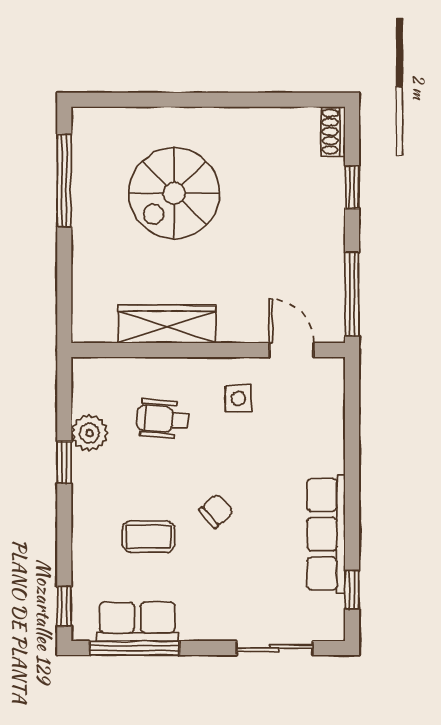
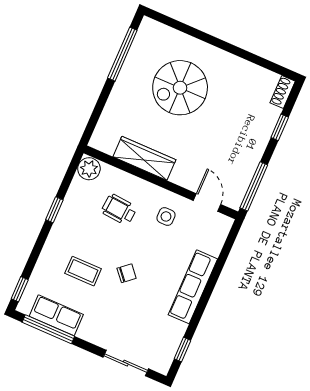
plant: (89, 433) -> (89, 169), moved
row of seats: (326, 534) -> (193, 287), moved

